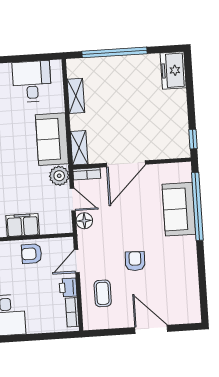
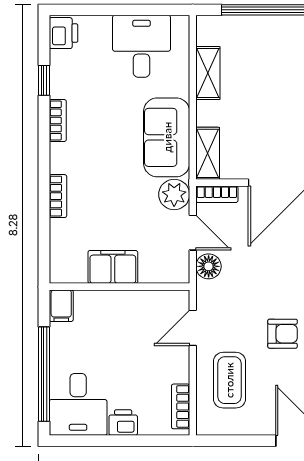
armchair: (32, 254) -> (124, 312), removed
armchair: (135, 261) -> (283, 334), turned 88
printer: (68, 287) -> (123, 423), moved, turned 90
coffee table: (103, 293) -> (229, 380), width x1.36, depth x1.30

